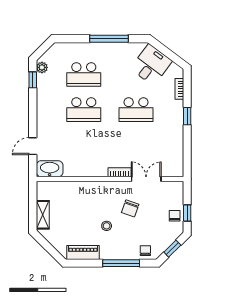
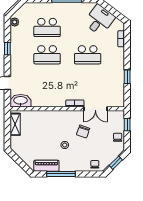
window: (33, 80) -> (7, 49), moved
window: (187, 116) -> (127, 77), moved
double door: (146, 179) -> (95, 109), swing flipped
window: (187, 213) -> (127, 125), moved
shelving: (43, 215) -> (15, 124), moved
window: (121, 263) -> (61, 174), moved

